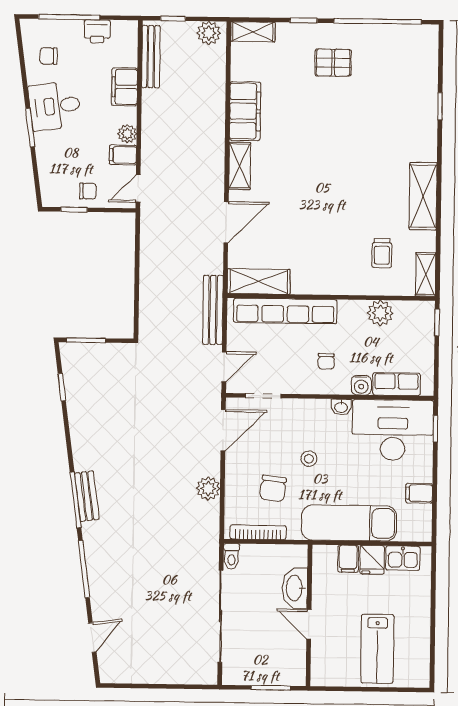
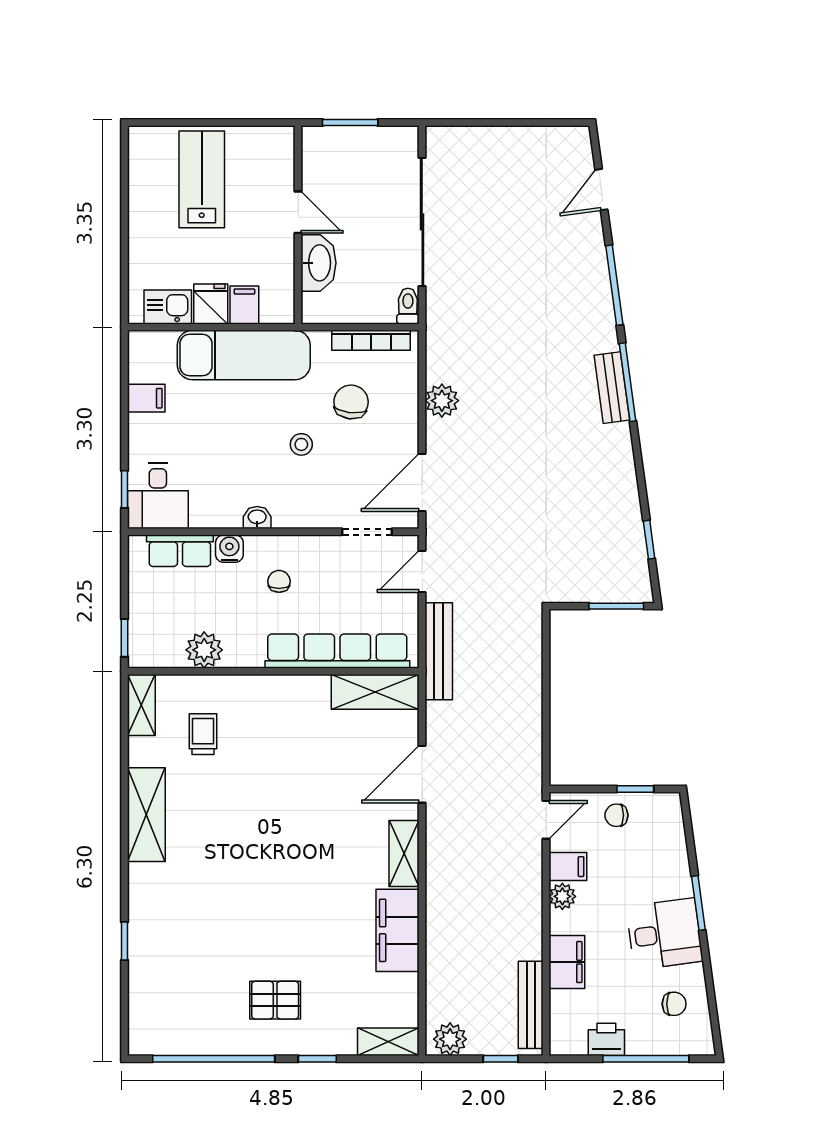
desk: (393, 430) -> (158, 496), width x0.53, depth x0.77

